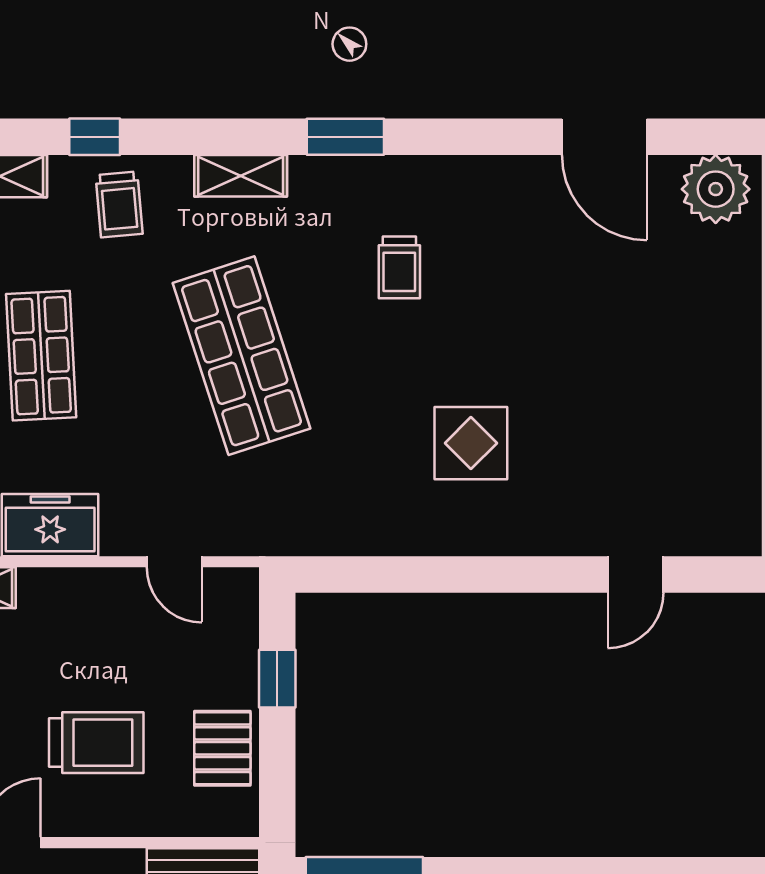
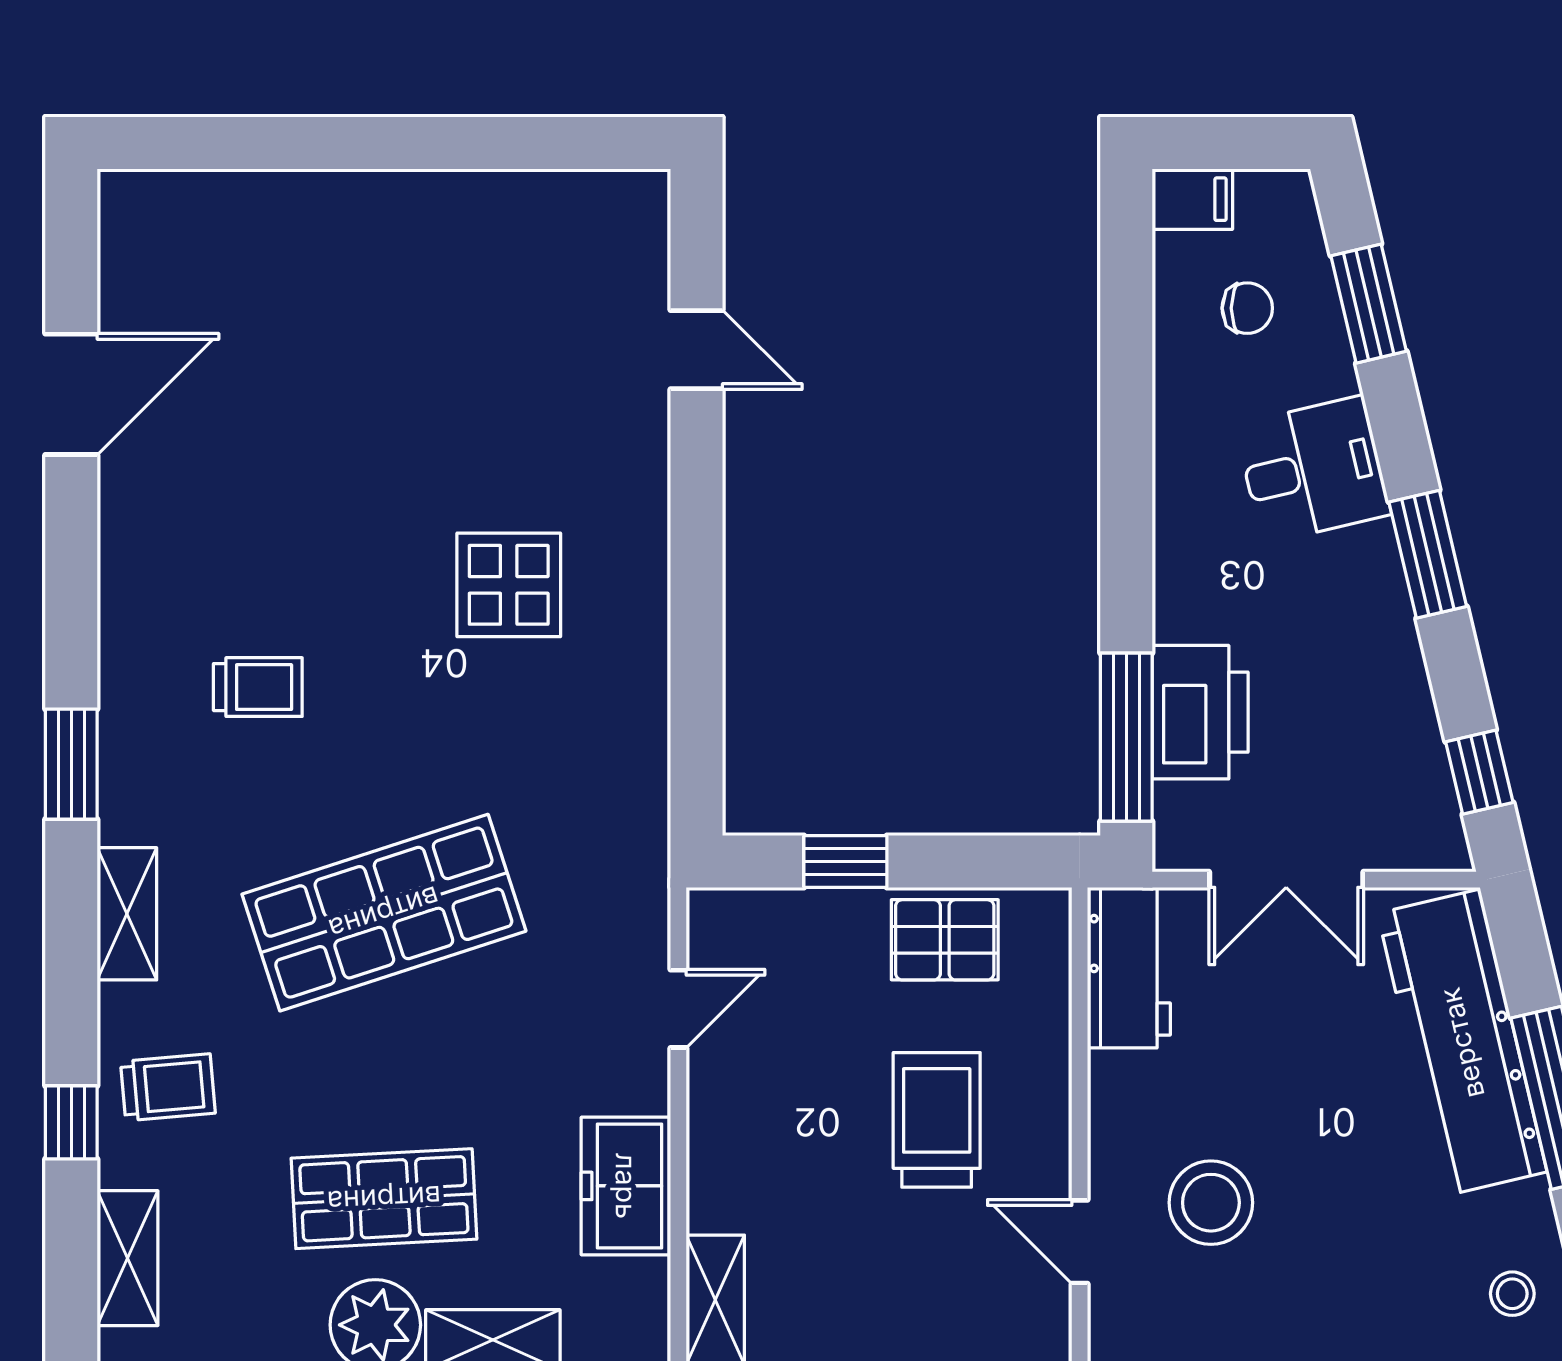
plant: (716, 189) -> (146, 235), removed

